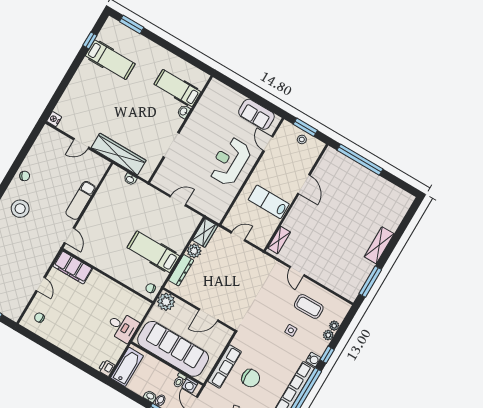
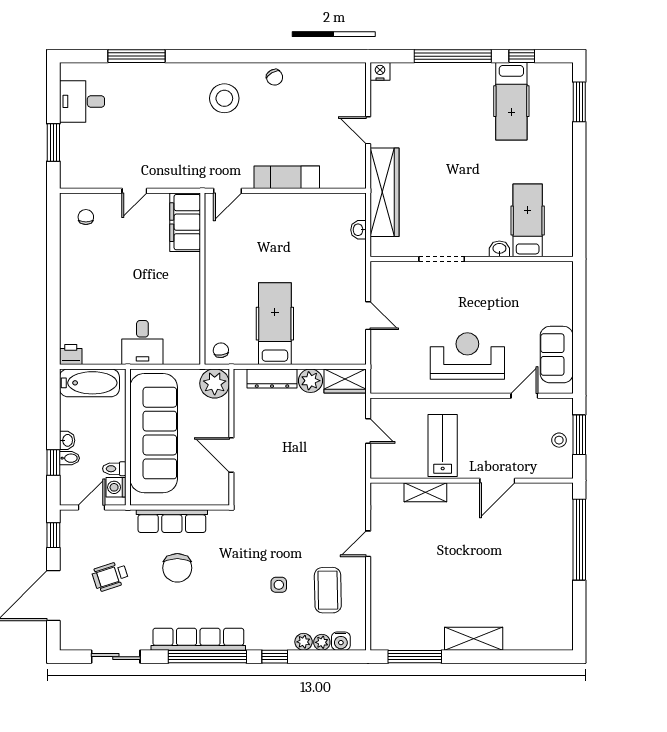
window: (69, 76) -> (453, 56), added
shelving: (279, 240) -> (425, 492), moved
water cooler: (313, 359) -> (341, 641), moved

